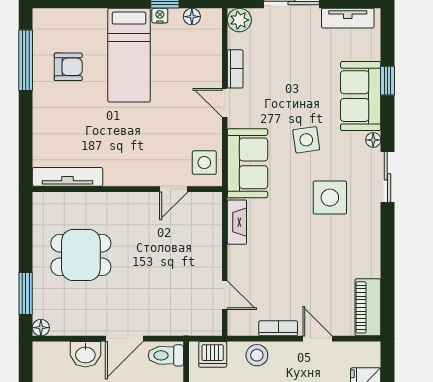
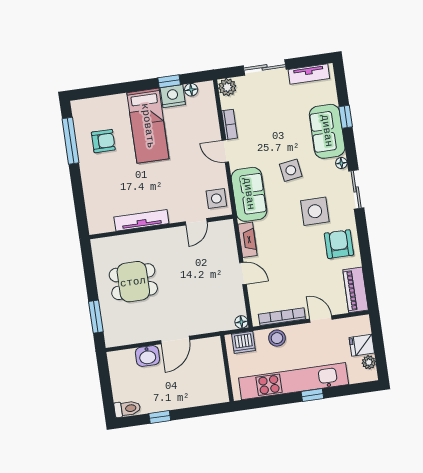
nightstand: (160, 16) -> (173, 96), width x1.89, depth x1.79
tv unit: (67, 177) -> (141, 220), moved
armchair: (355, 245) -> (339, 244), added
door: (225, 295) -> (243, 273), moved
floor lamp: (41, 328) -> (241, 322), moved
bookcase: (278, 328) -> (282, 317), width x1.56
toilet: (166, 355) -> (208, 348), removed

